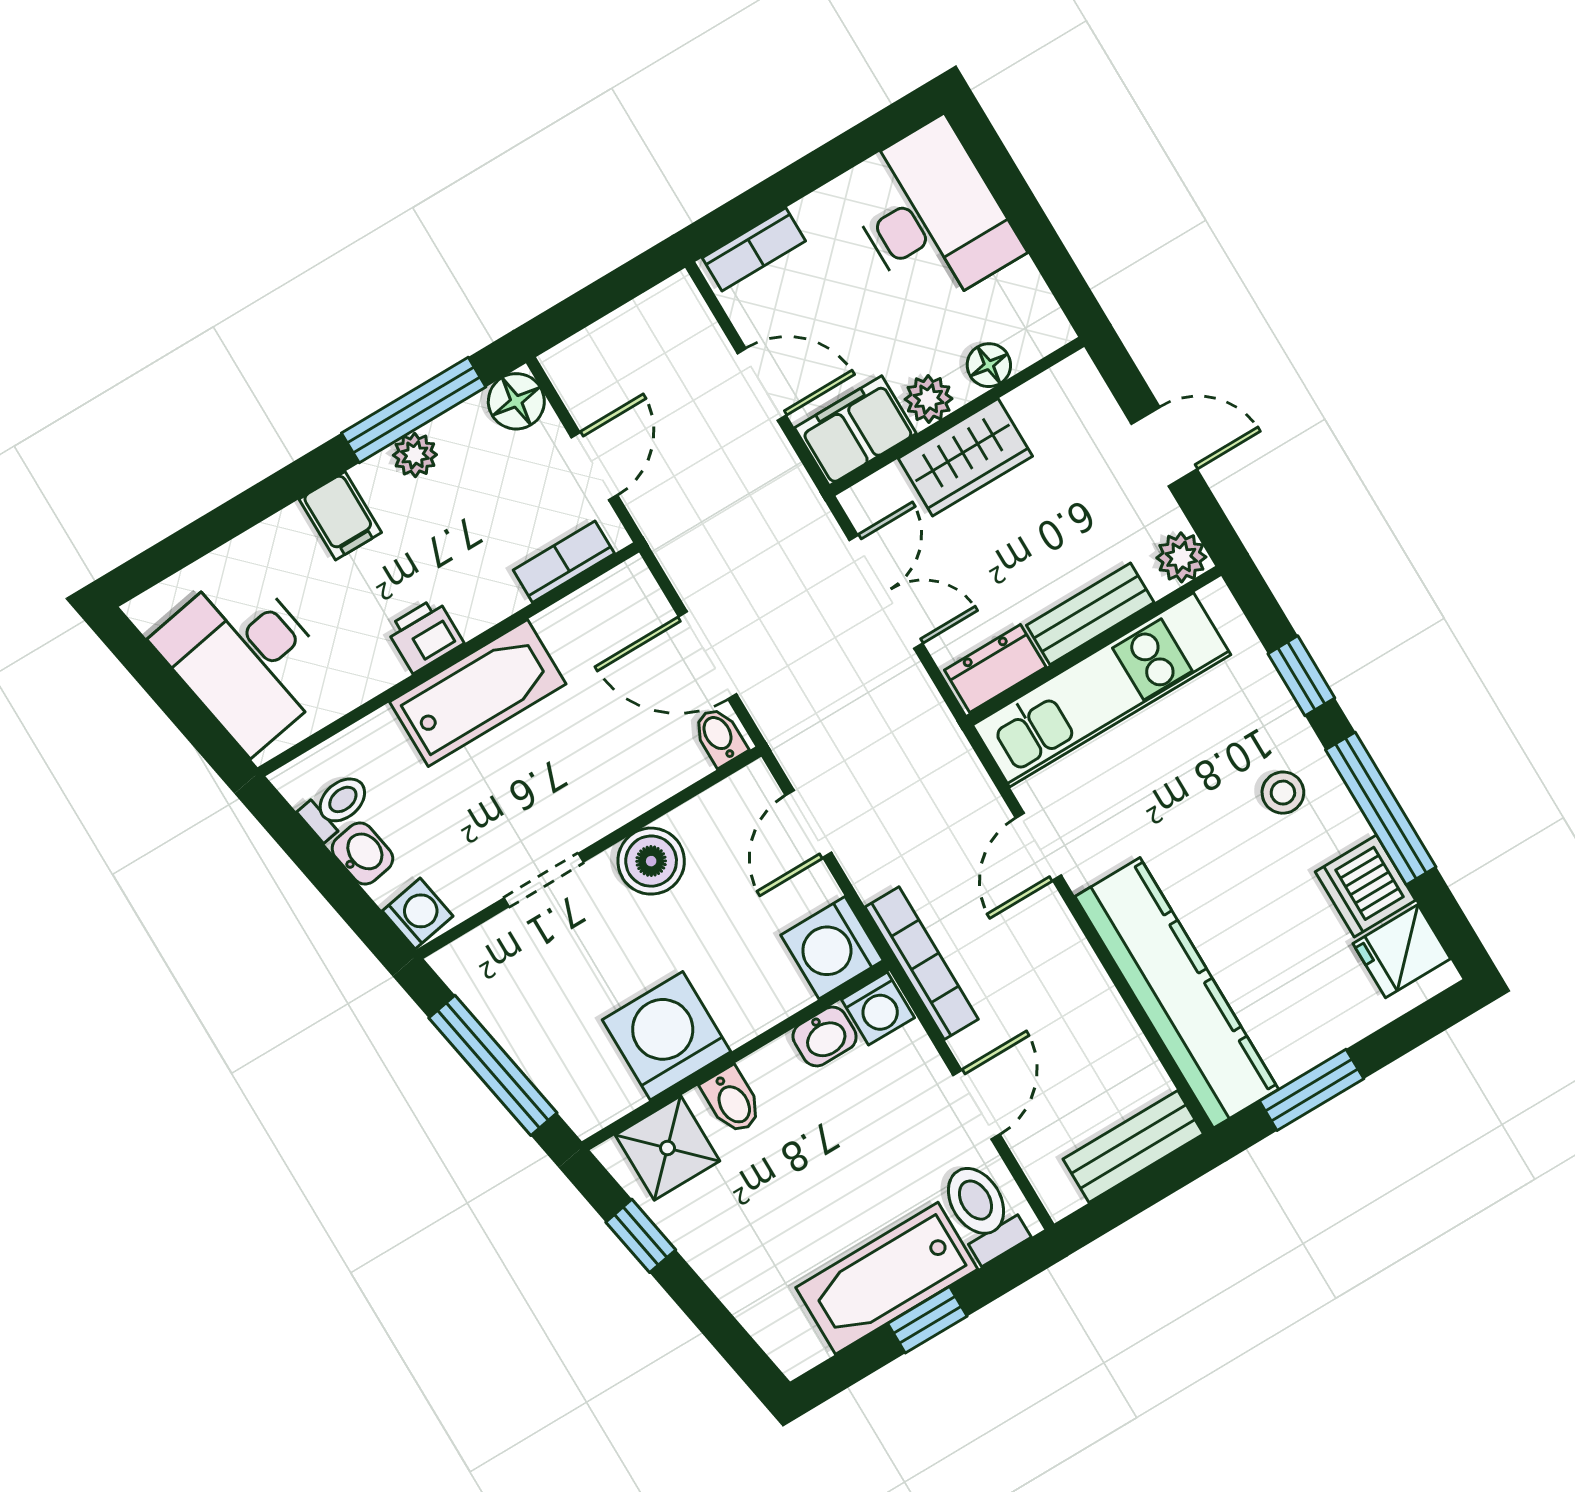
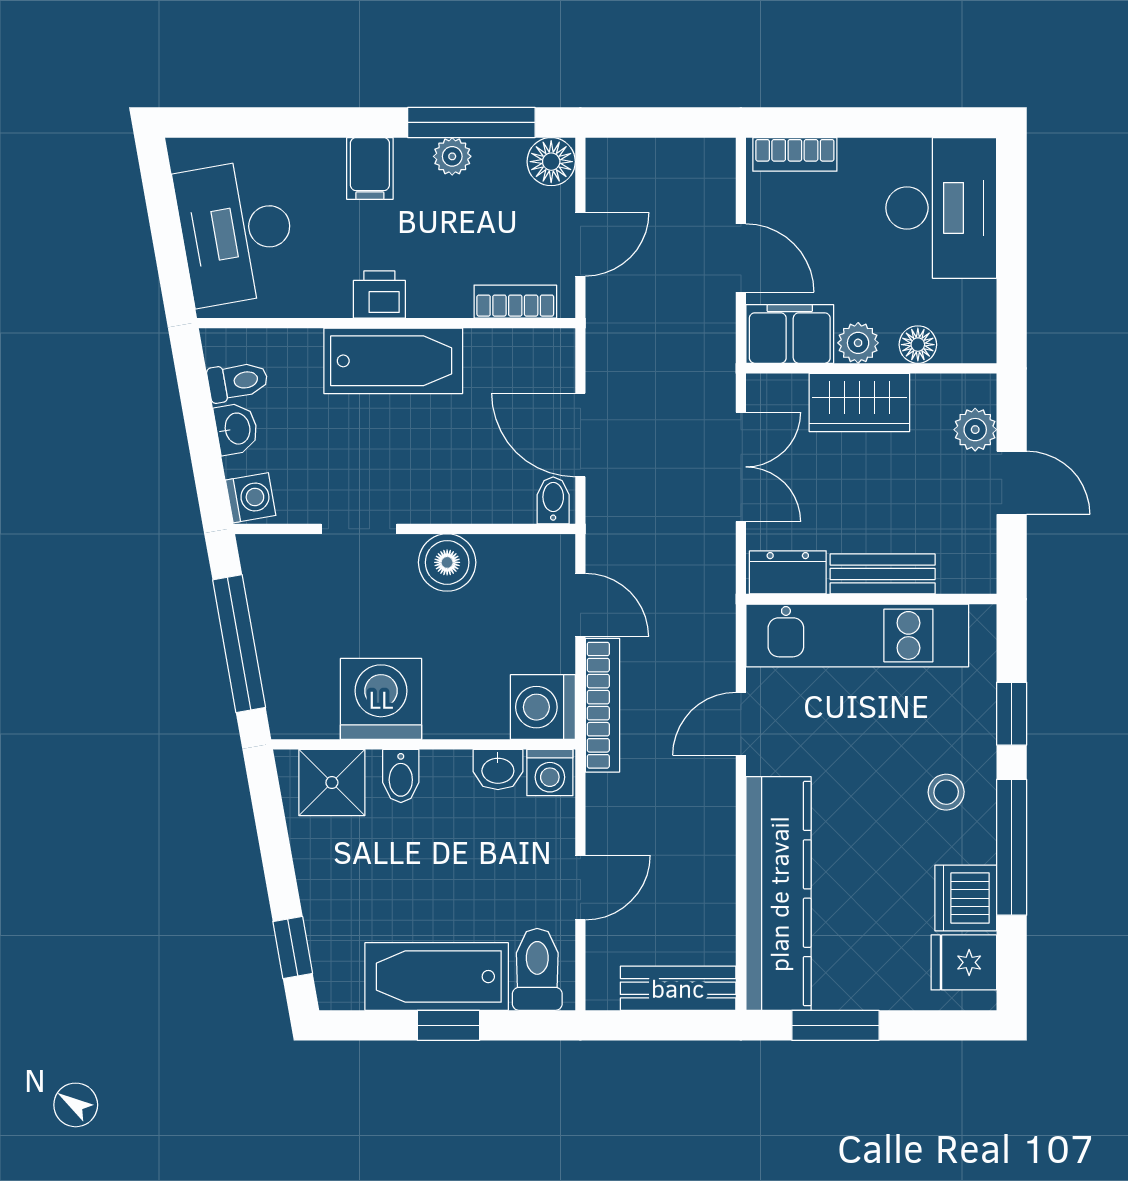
plant: (1181, 557) -> (975, 430), moved
door: (809, 824) -> (580, 605), swing flipped
bookcase: (922, 963) -> (602, 705), moved
window: (641, 1236) -> (293, 948), moved

